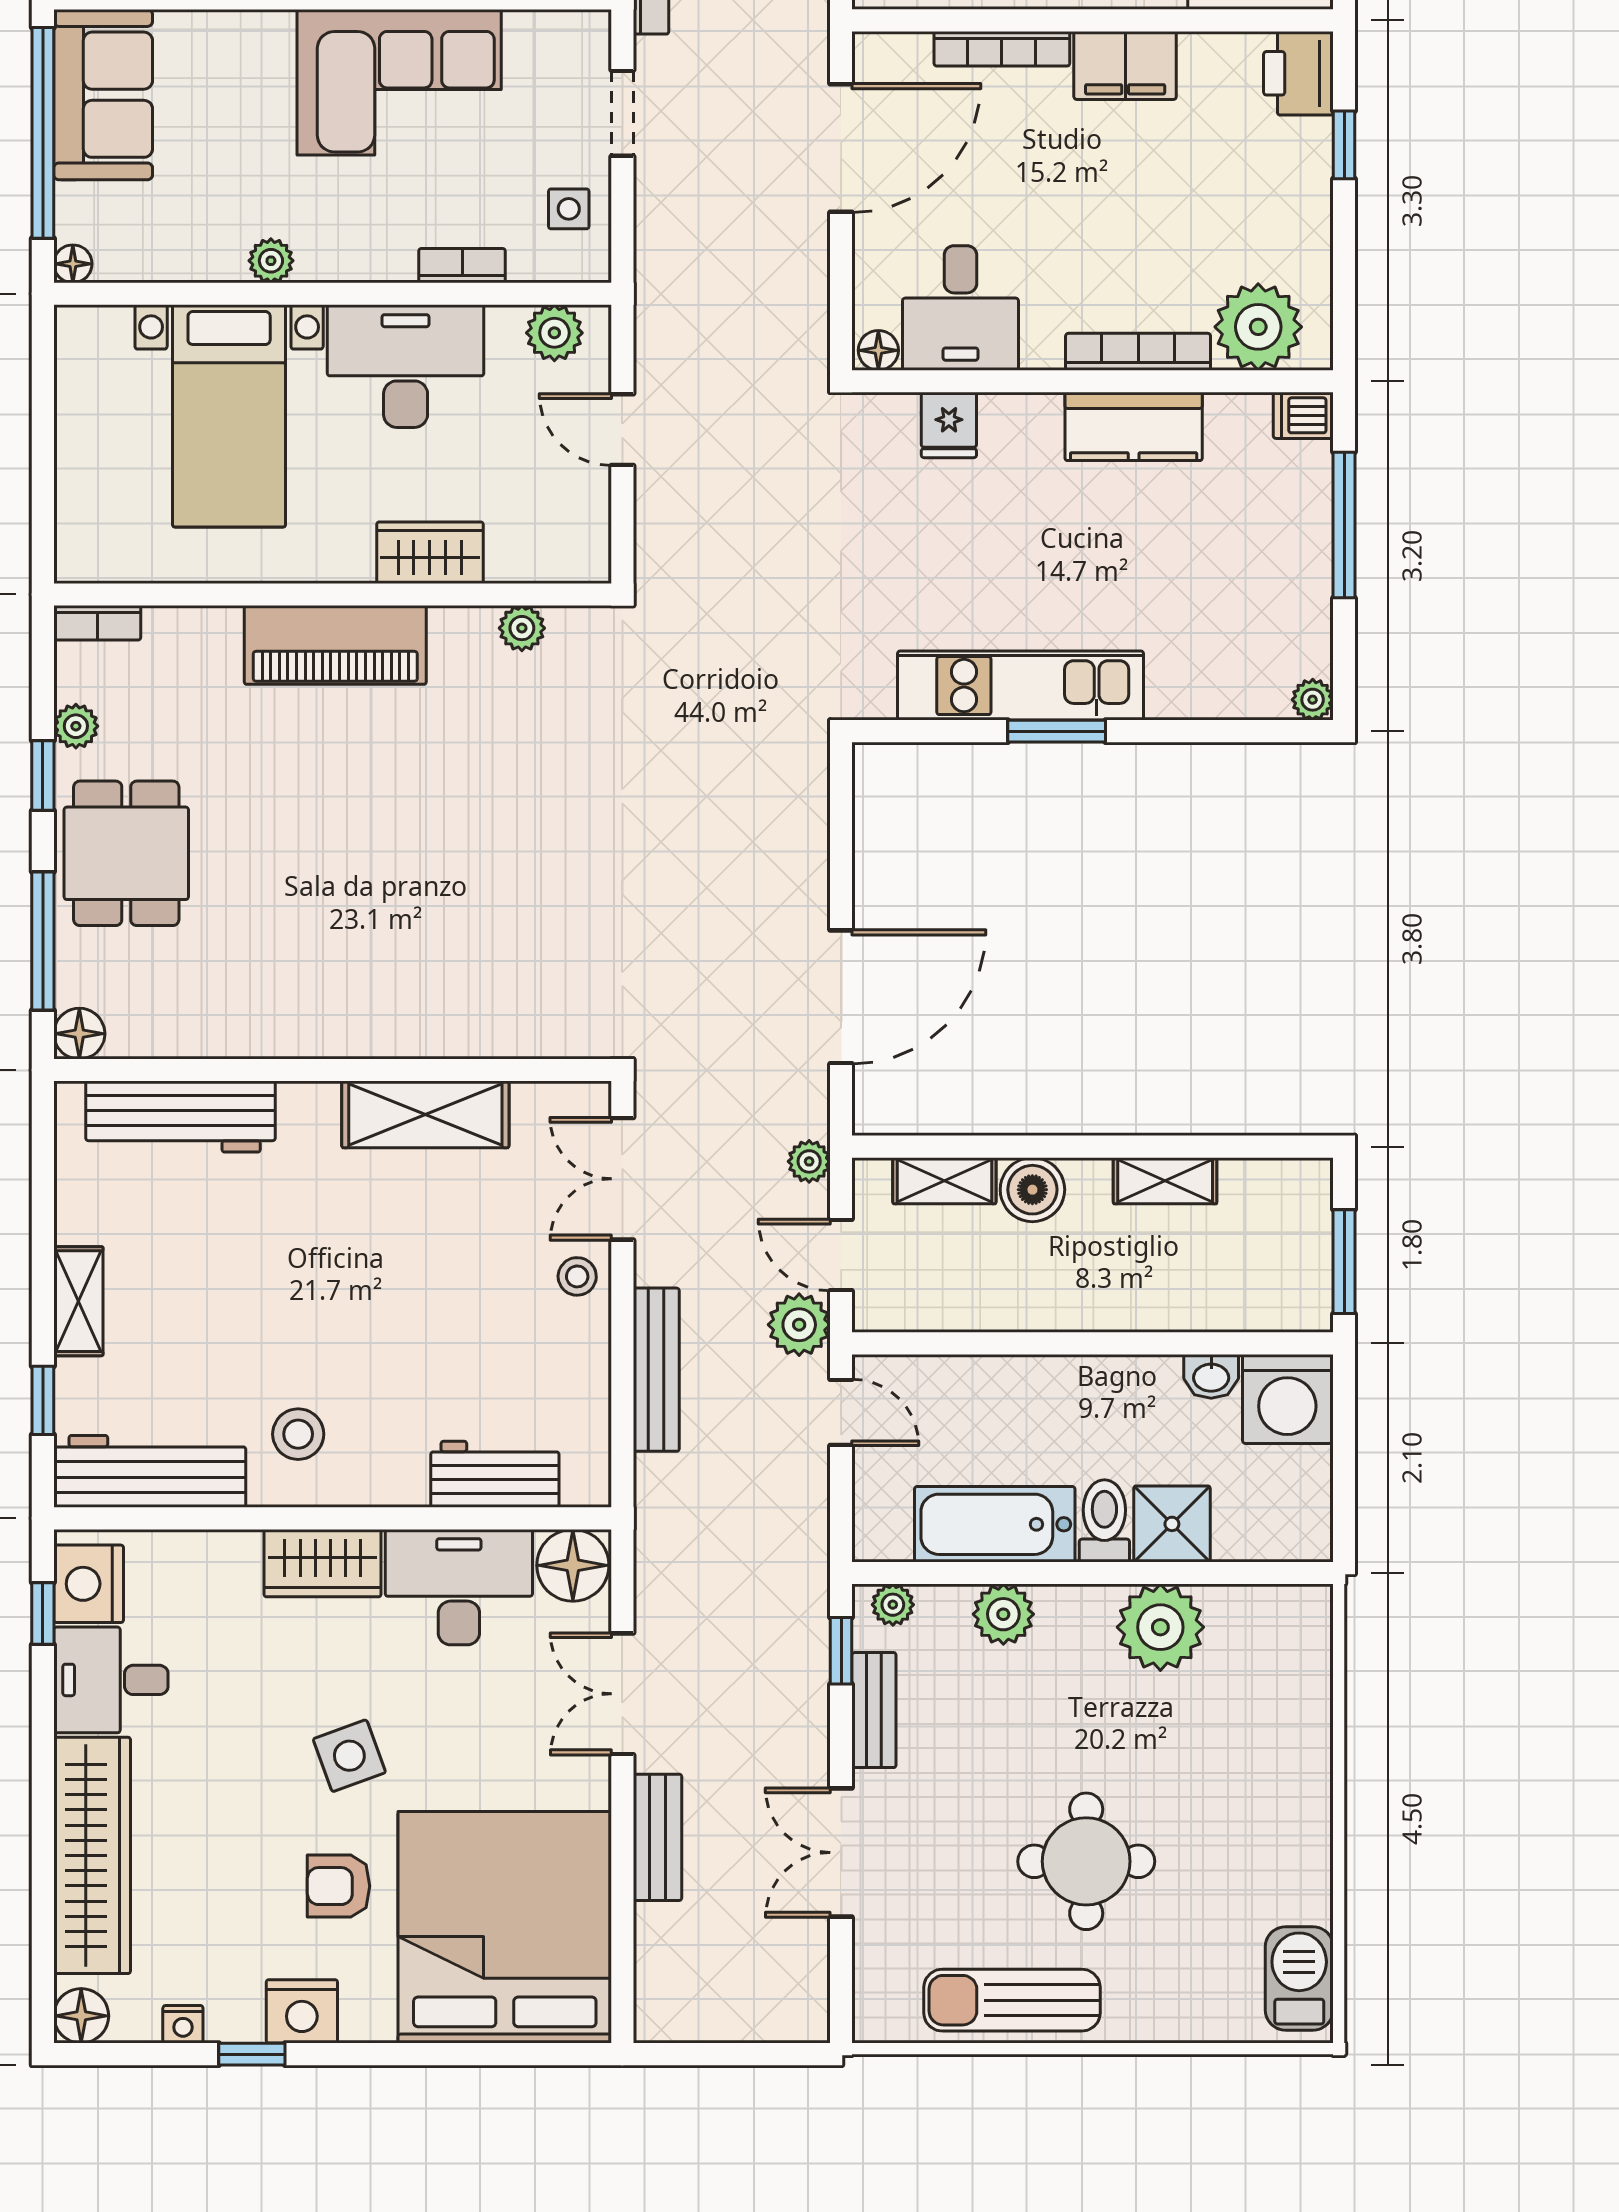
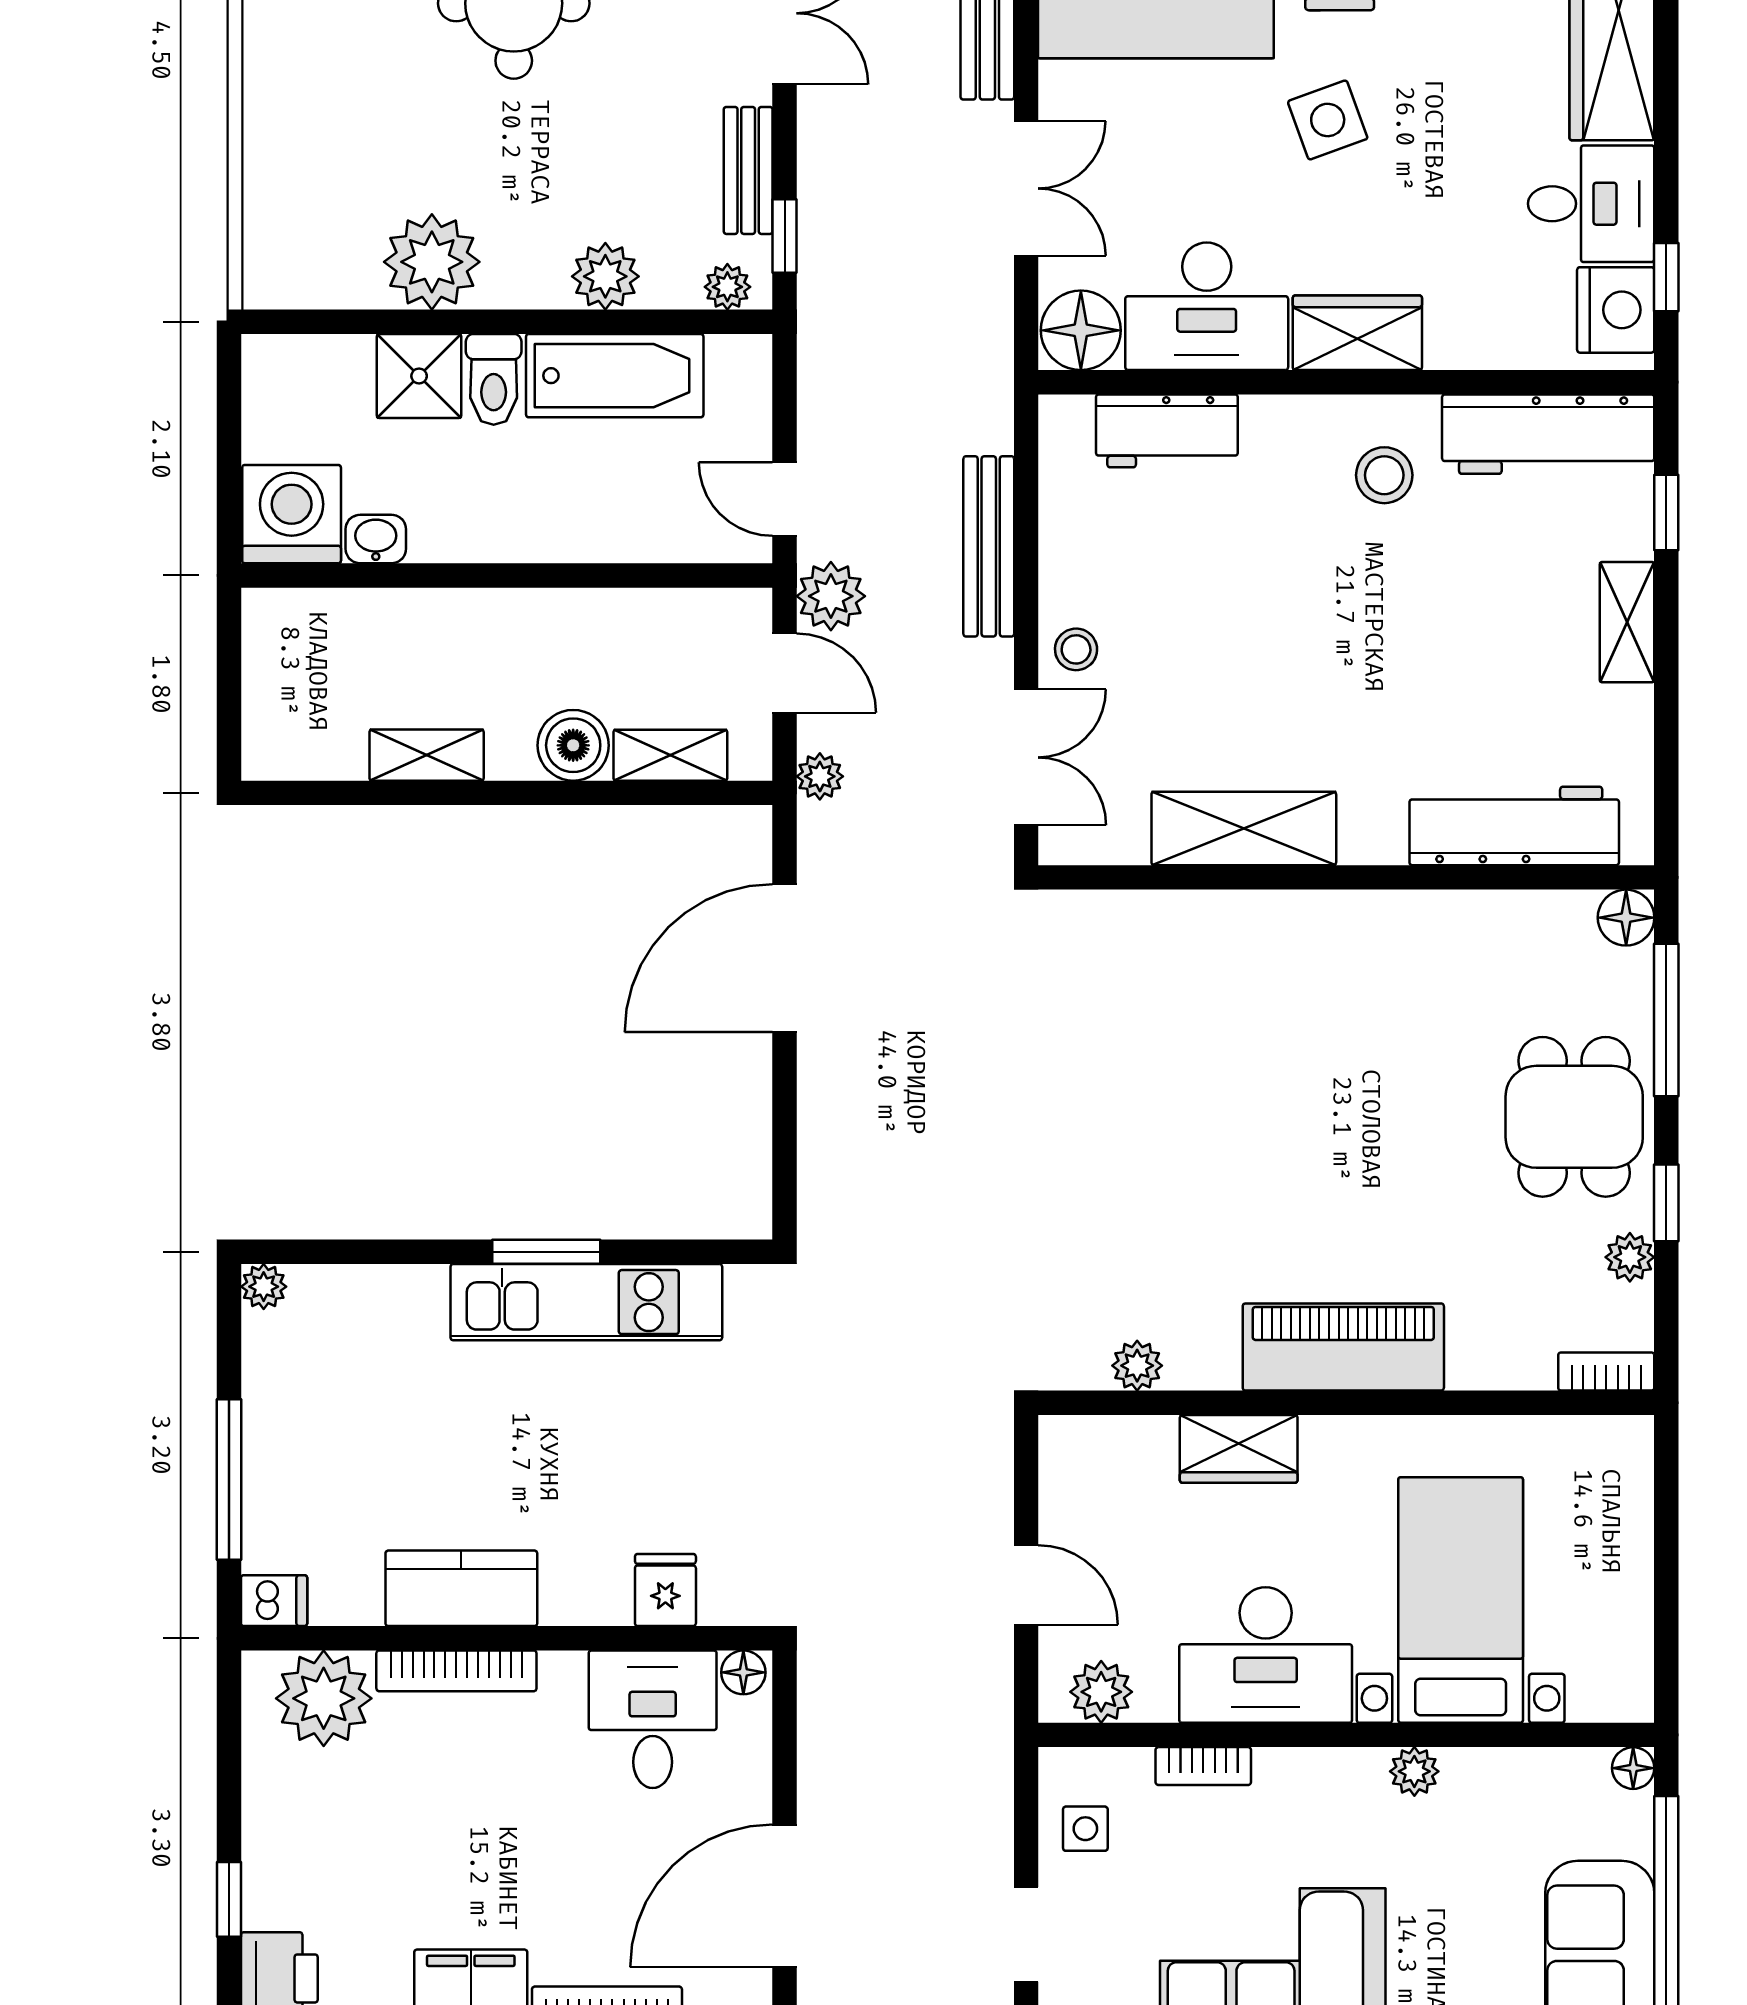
window: (1344, 1262) -> (229, 666), removed

